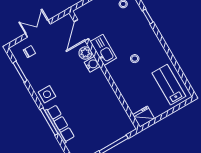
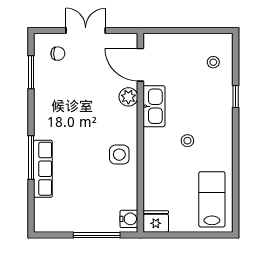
door: (81, 30) -> (140, 65), hinge flipped
water cooler: (92, 64) -> (129, 219), moved
side table: (47, 94) -> (119, 155), moved

